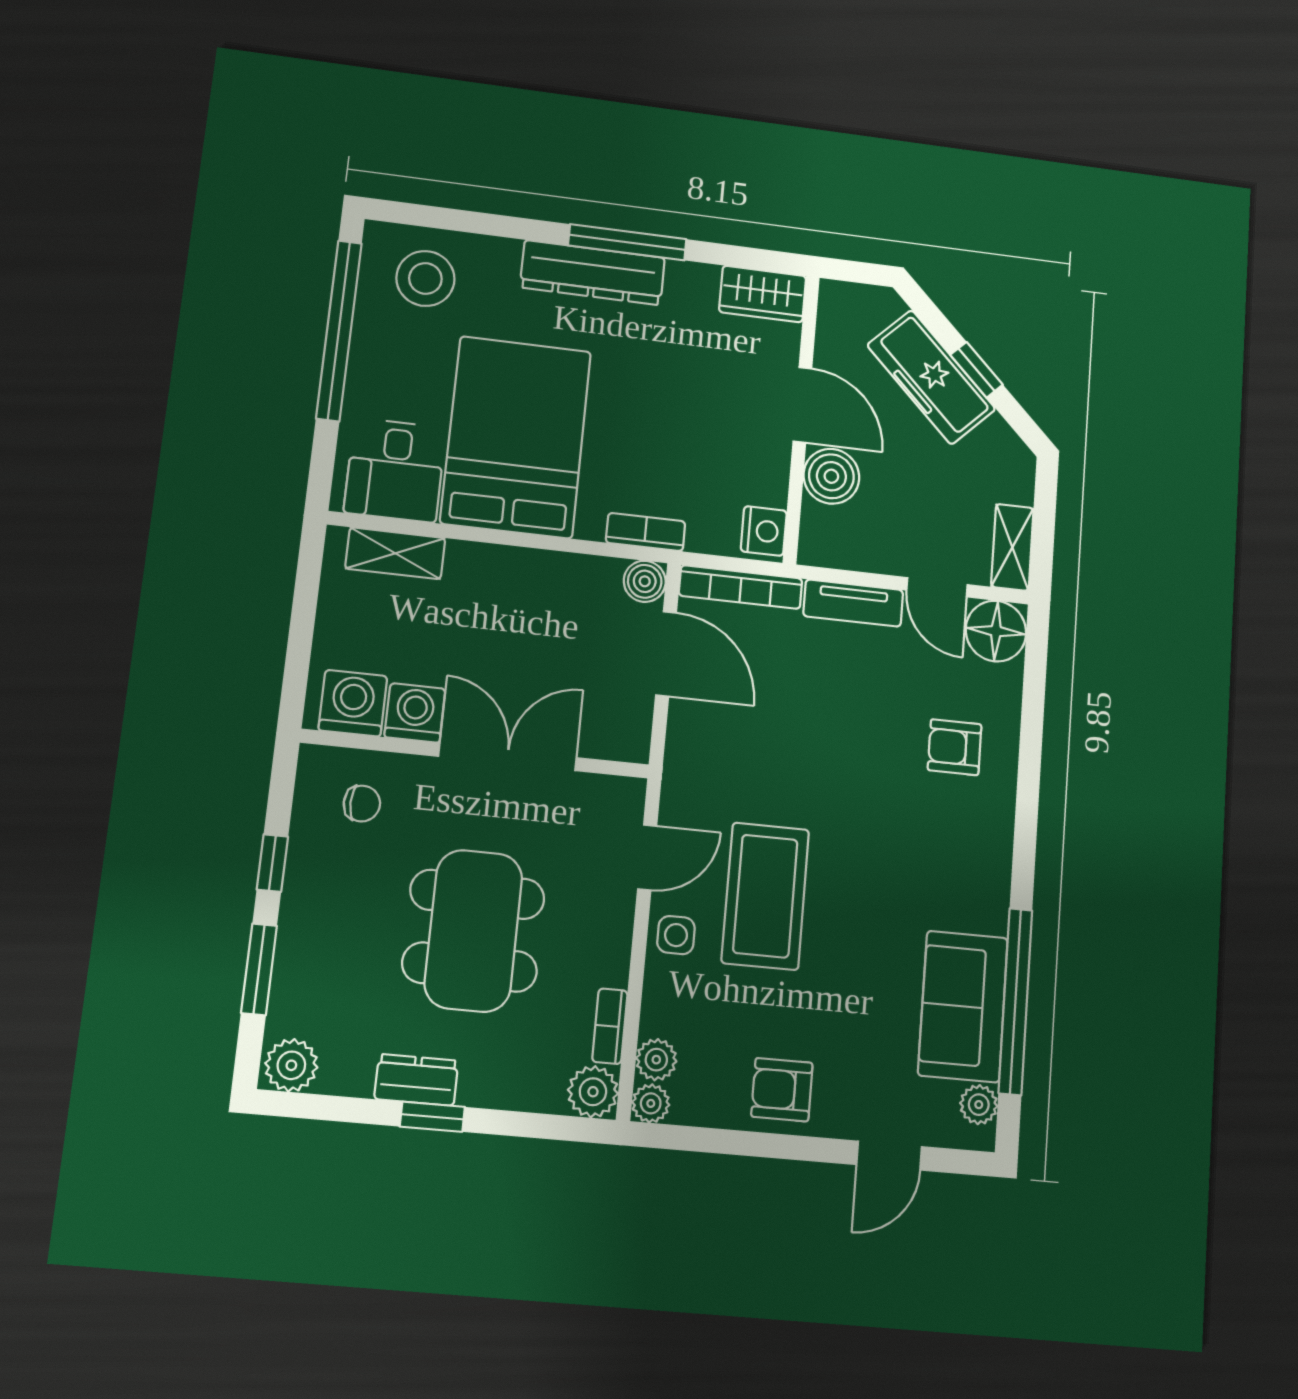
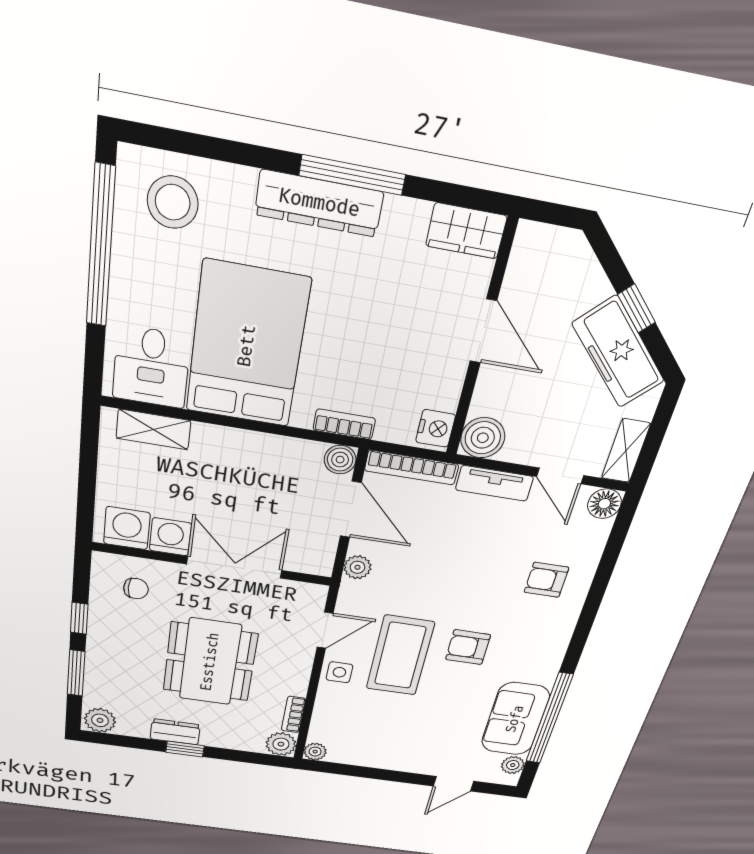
freezer: (931, 377) -> (618, 352), moved
boiler: (831, 476) -> (483, 438), moved
floor lamp: (996, 631) -> (604, 504), width x0.73, depth x0.73
plant: (656, 1060) -> (357, 567), moved
armchair: (782, 1090) -> (468, 647), moved

